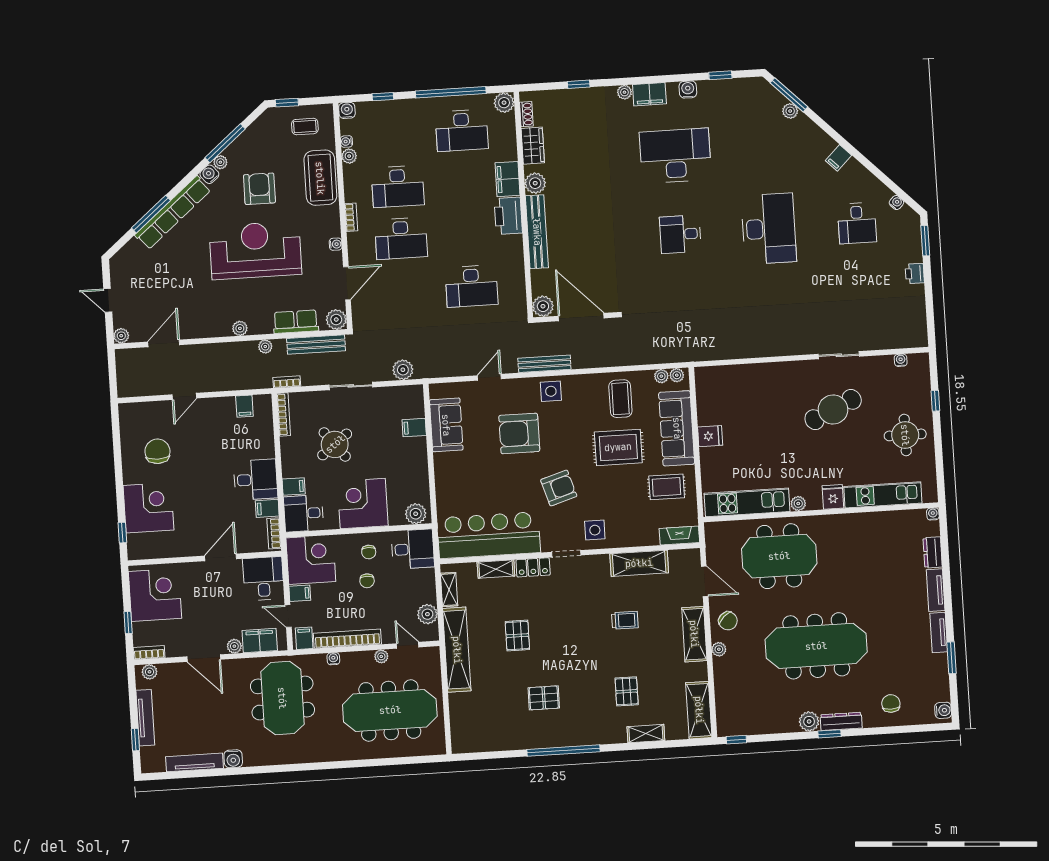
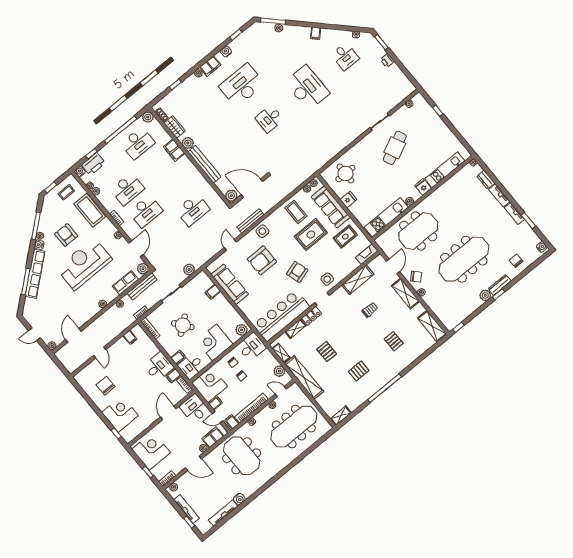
printer: (508, 216) -> (93, 164), moved, turned -90
sofa: (446, 425) -> (230, 284), width x1.36
round table: (905, 435) -> (345, 173), moved
door: (705, 581) -> (393, 266), hinge flipped
shelving: (646, 734) -> (341, 416), moved

